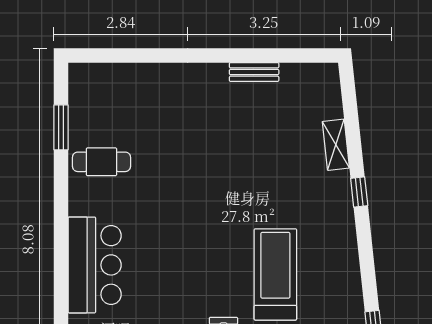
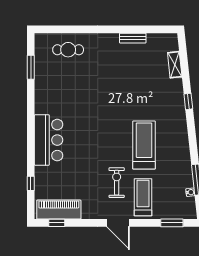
shelving: (336, 145) -> (175, 65), moved
cafe table: (101, 162) -> (68, 50), moved

